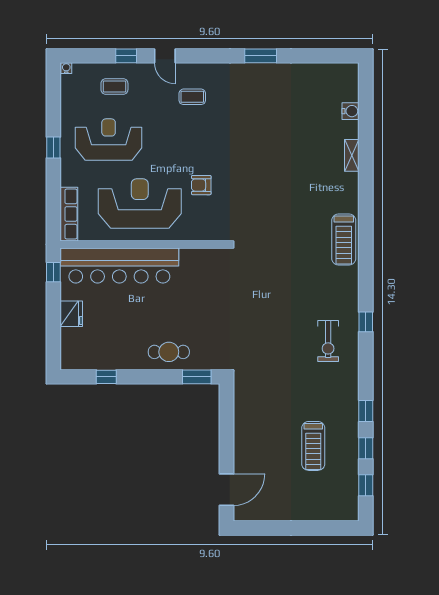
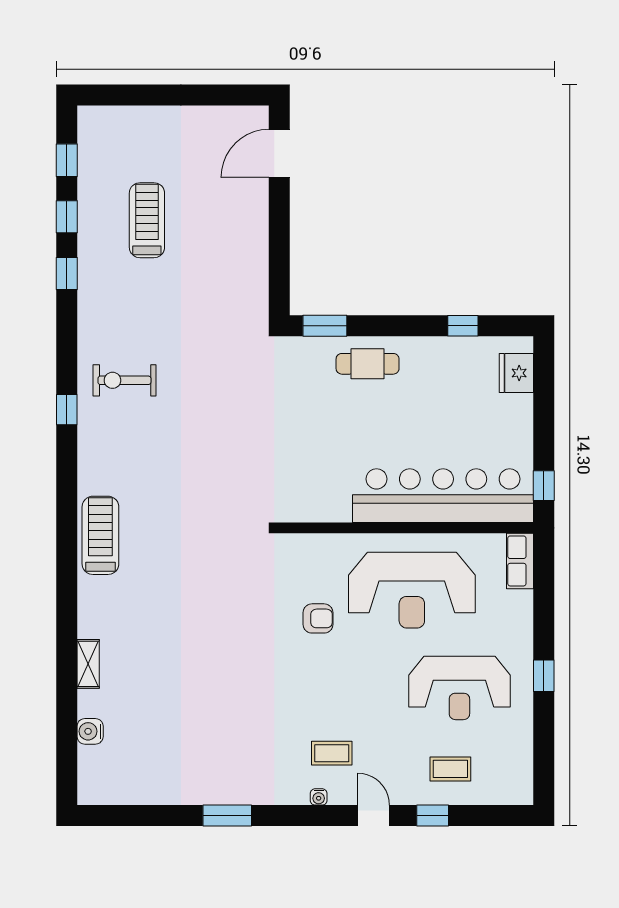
water cooler: (66, 68) -> (319, 797), moved
row of seats: (69, 214) -> (520, 561), width x0.68
fridge: (71, 314) -> (516, 373), moved
exercise bike: (328, 341) -> (124, 380), turned -90

